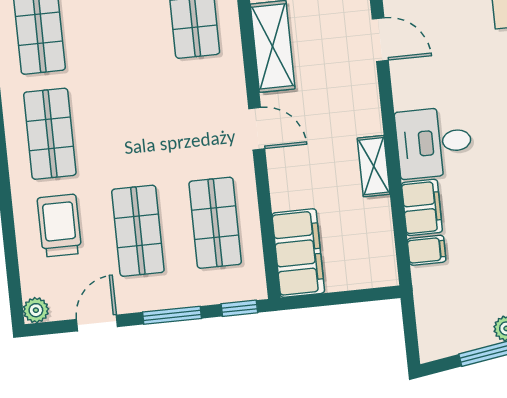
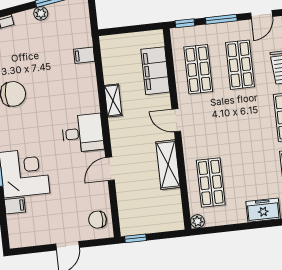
door: (380, 40) -> (110, 169), hinge flipped
desk: (434, 142) -> (83, 133), moved
filing cabinet: (422, 207) -> (87, 78), removed
filing cabinet: (298, 253) -> (155, 71), moved

